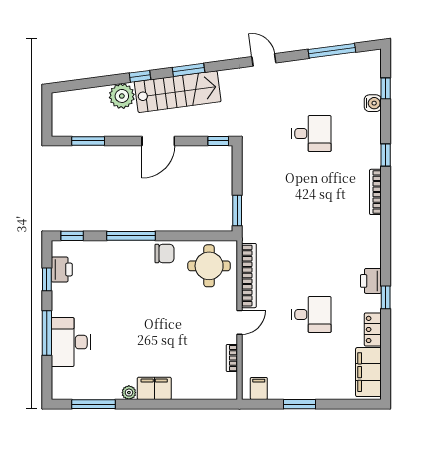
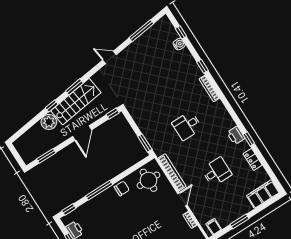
desk: (311, 134) -> (187, 126), moved, turned 180
filing cabinet: (368, 372) -> (263, 194), moved, turned 90

